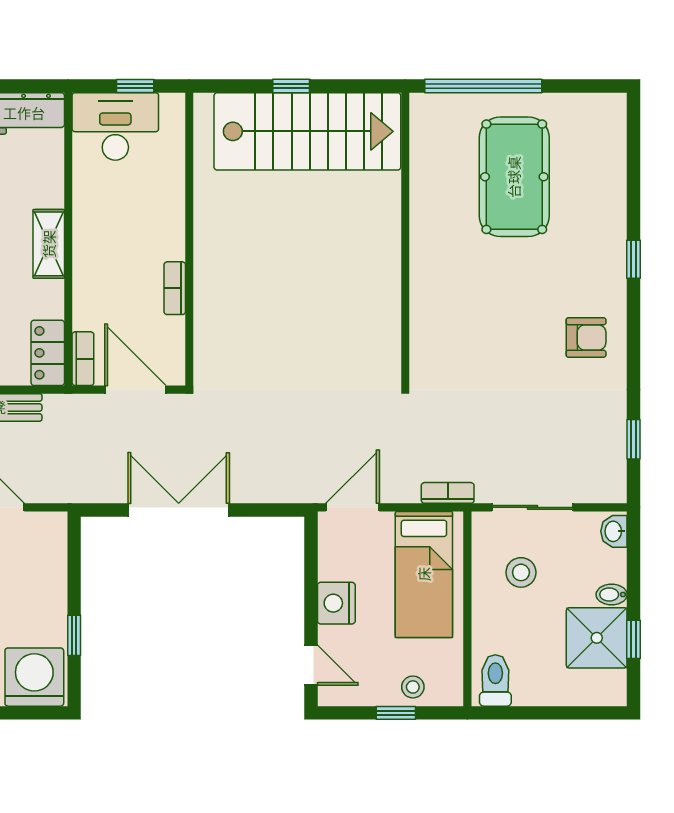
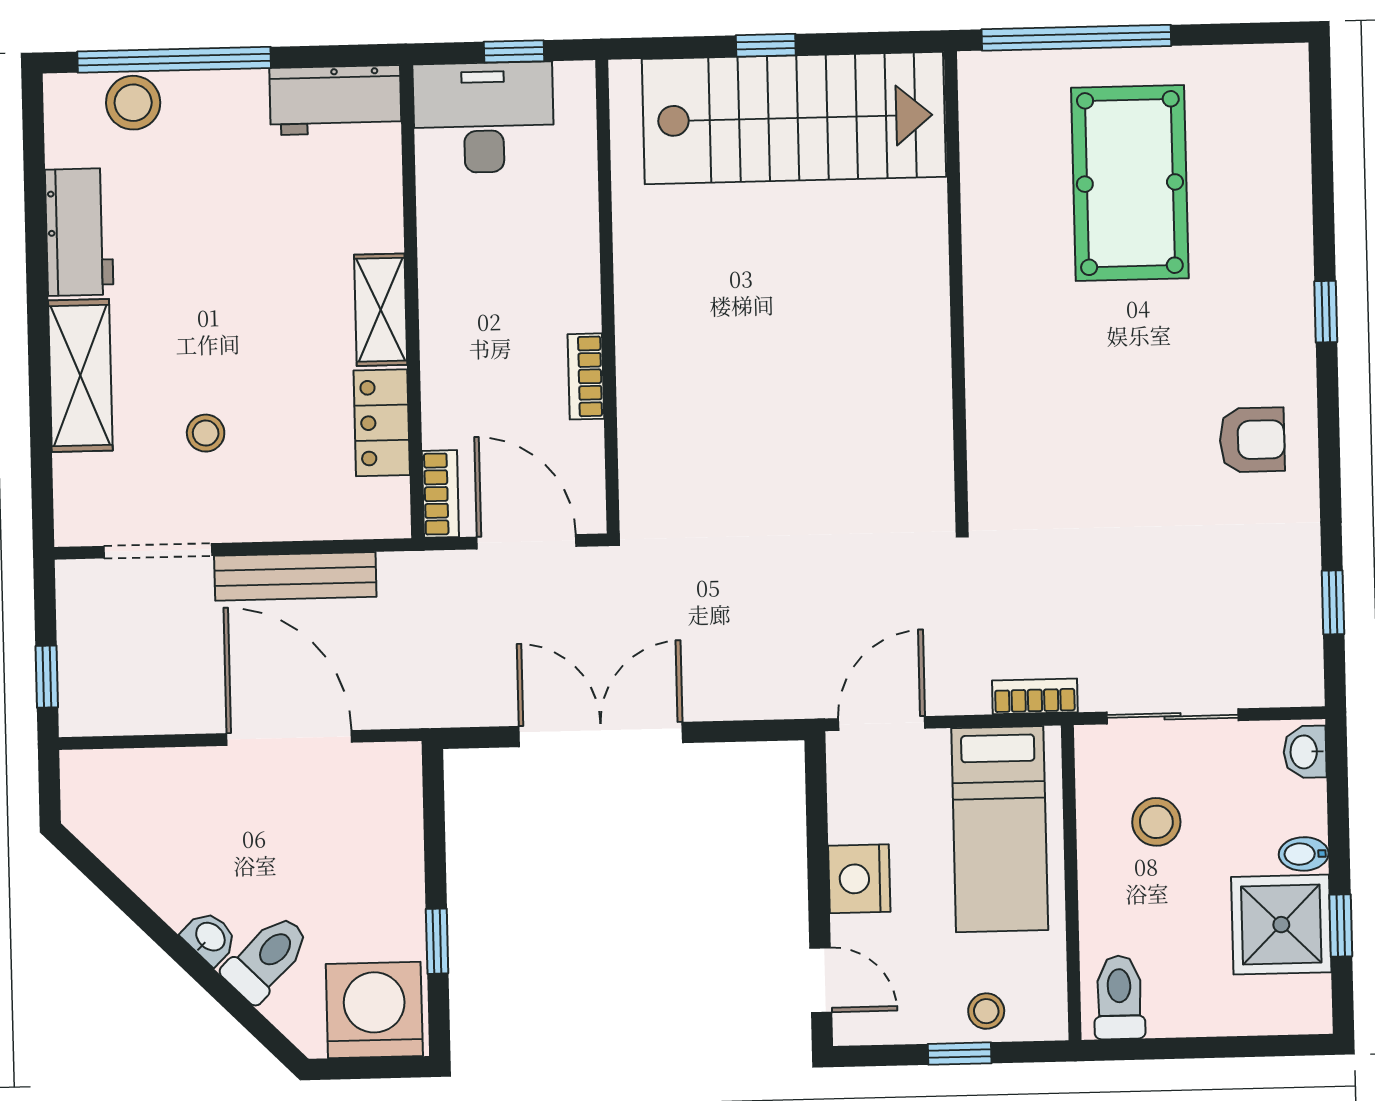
locker: (48, 353) -> (382, 423), moved

